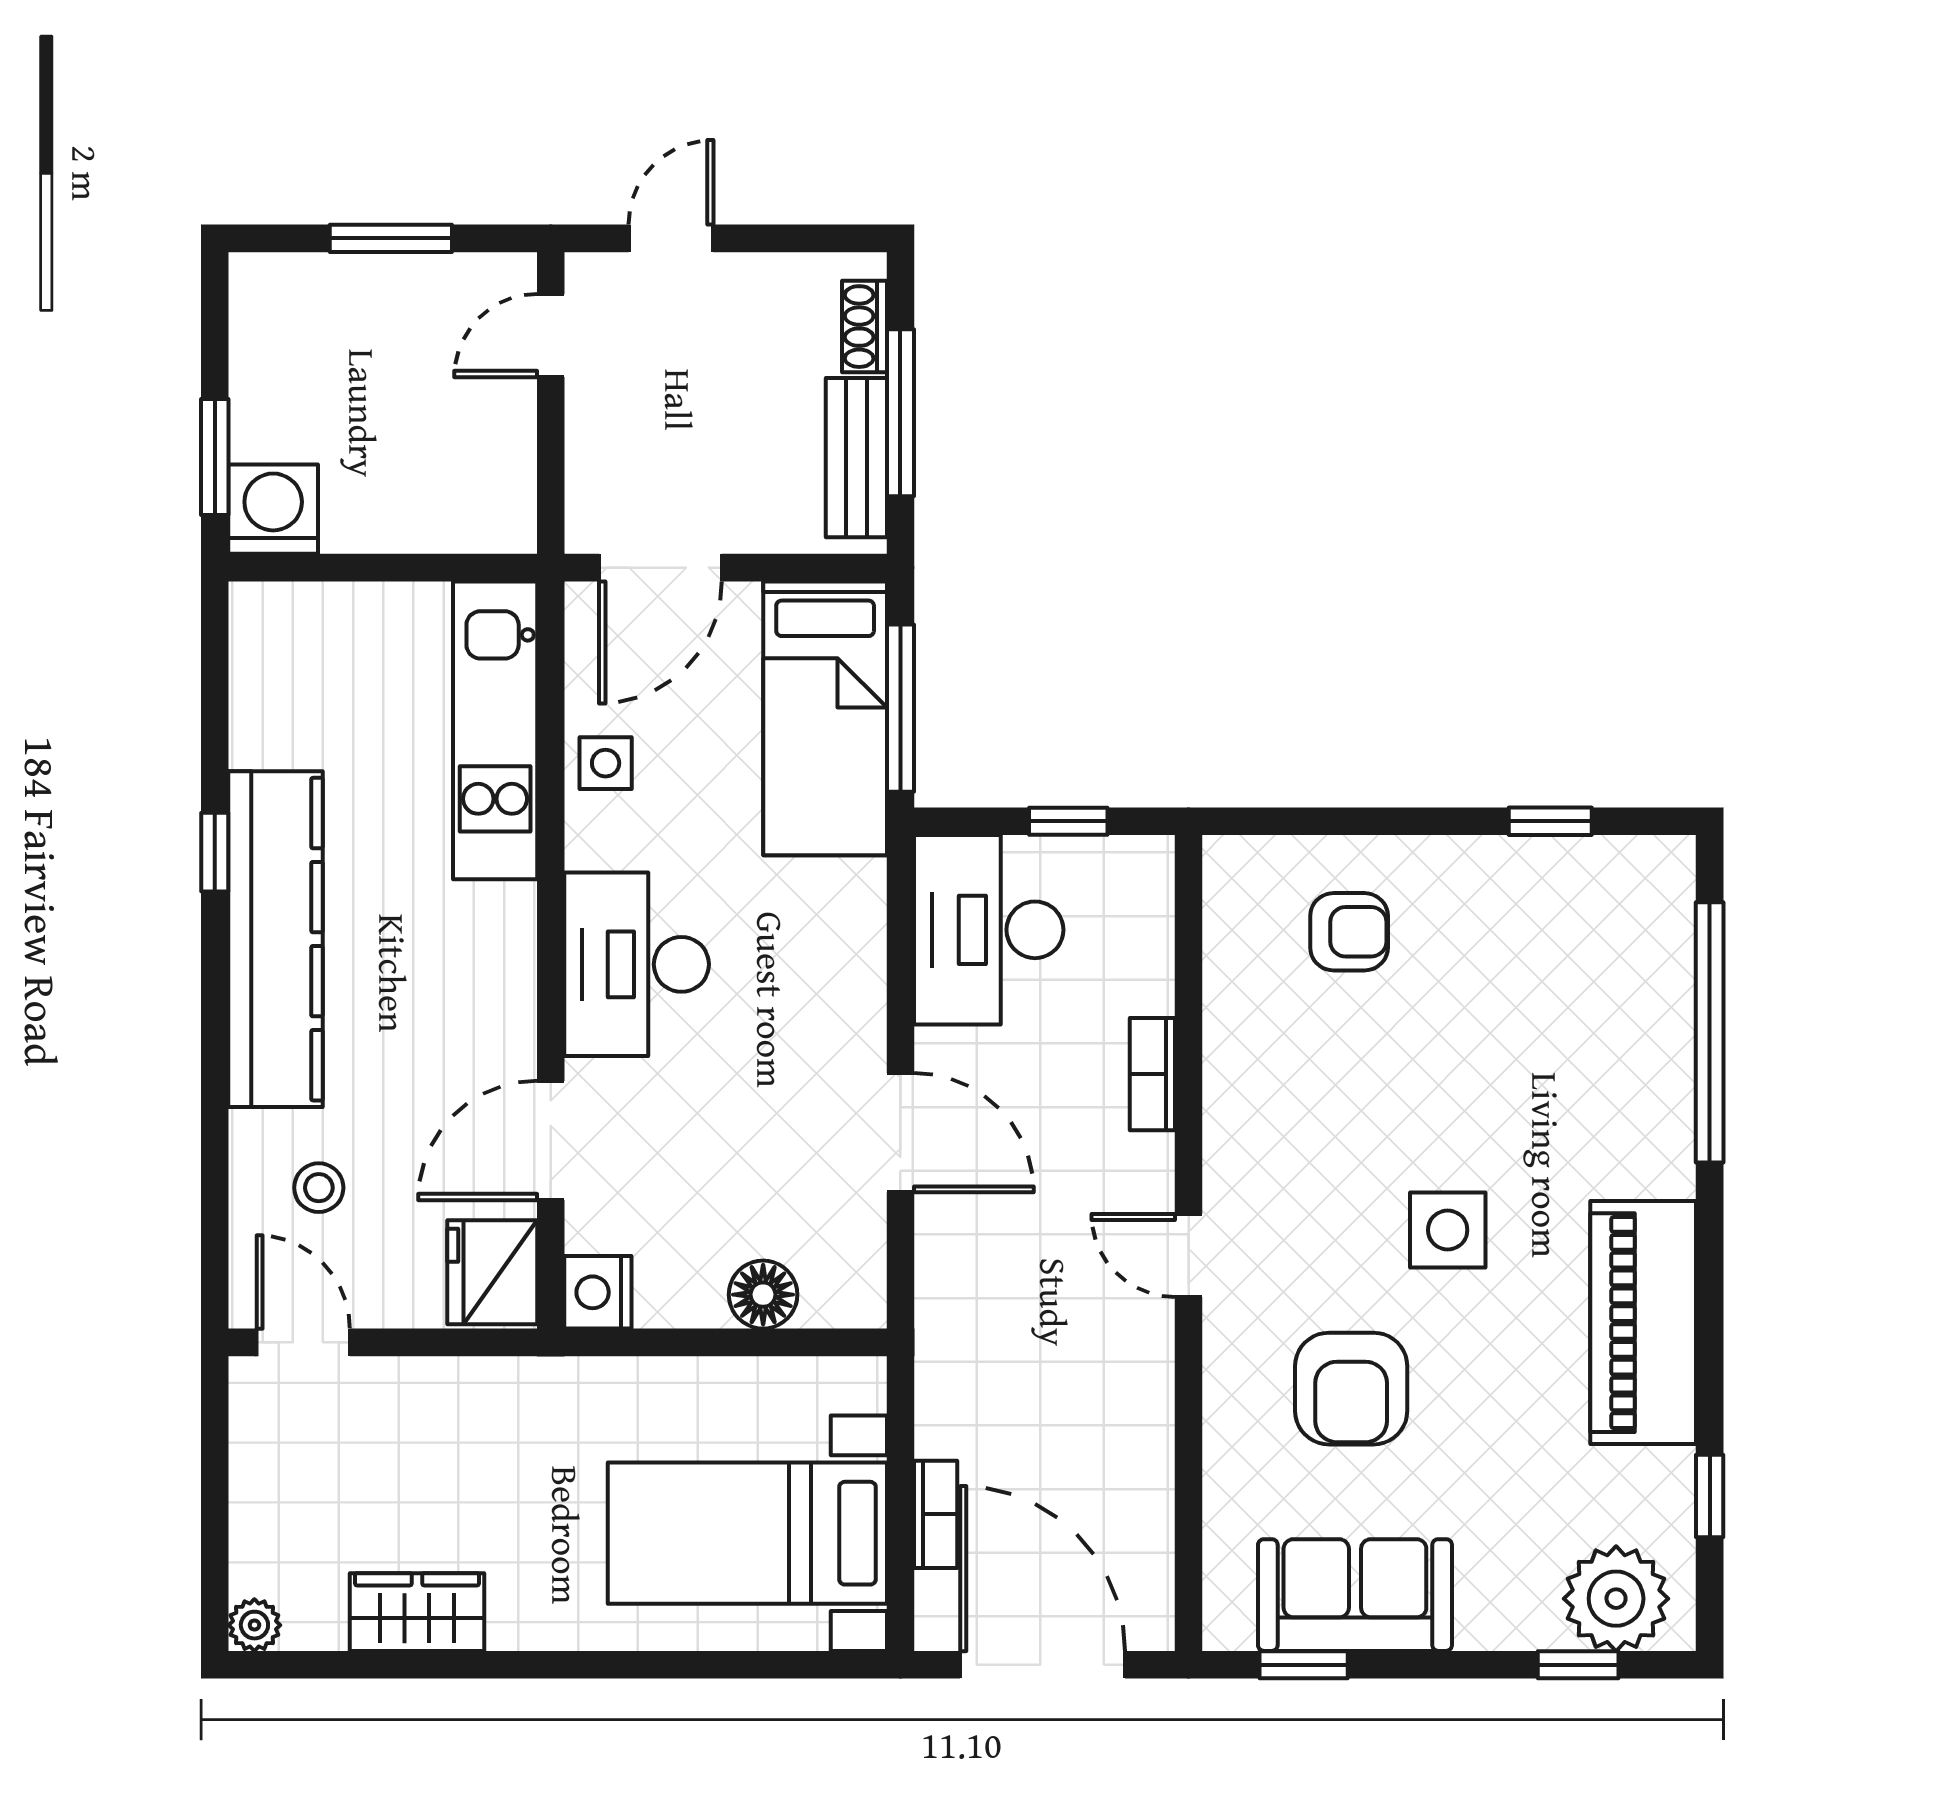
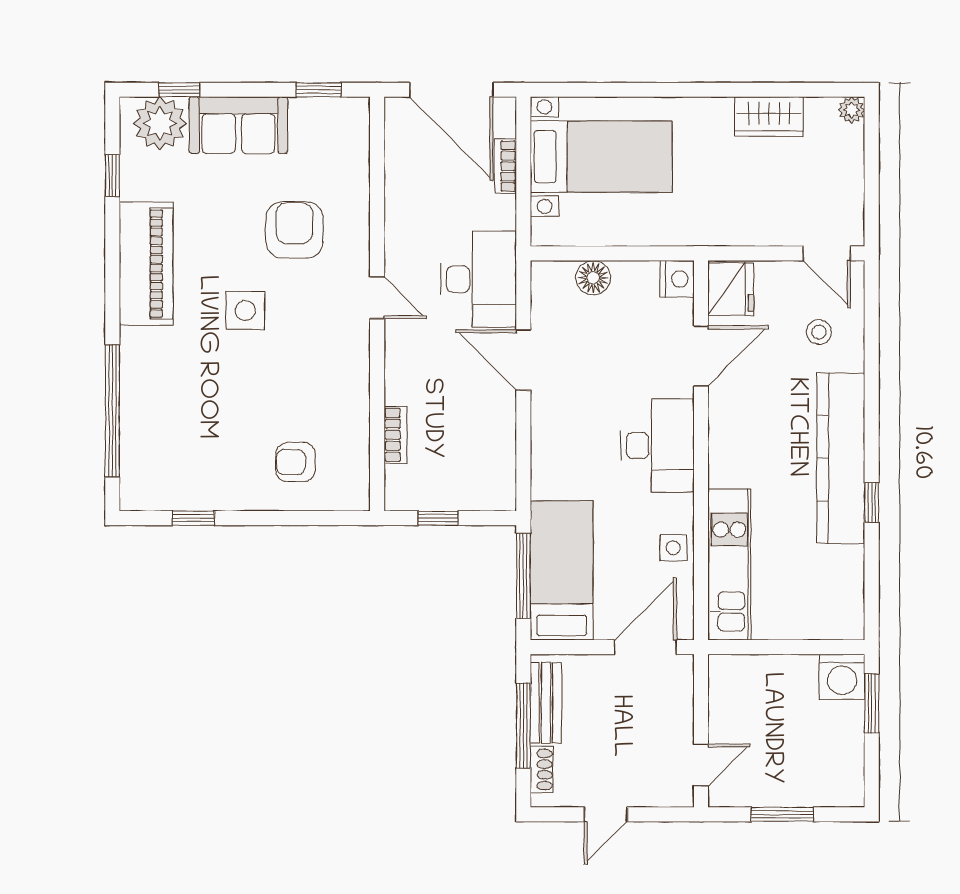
door: (671, 238) -> (606, 814), moved
desk: (989, 930) -> (479, 279), moved
bookcase: (1152, 1074) -> (395, 435), moved
sofa: (1355, 1595) -> (238, 125), moved

